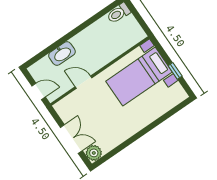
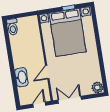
bed with nightstands: (139, 77) -> (68, 32), width x1.36
double door: (71, 139) -> (70, 100), moved

